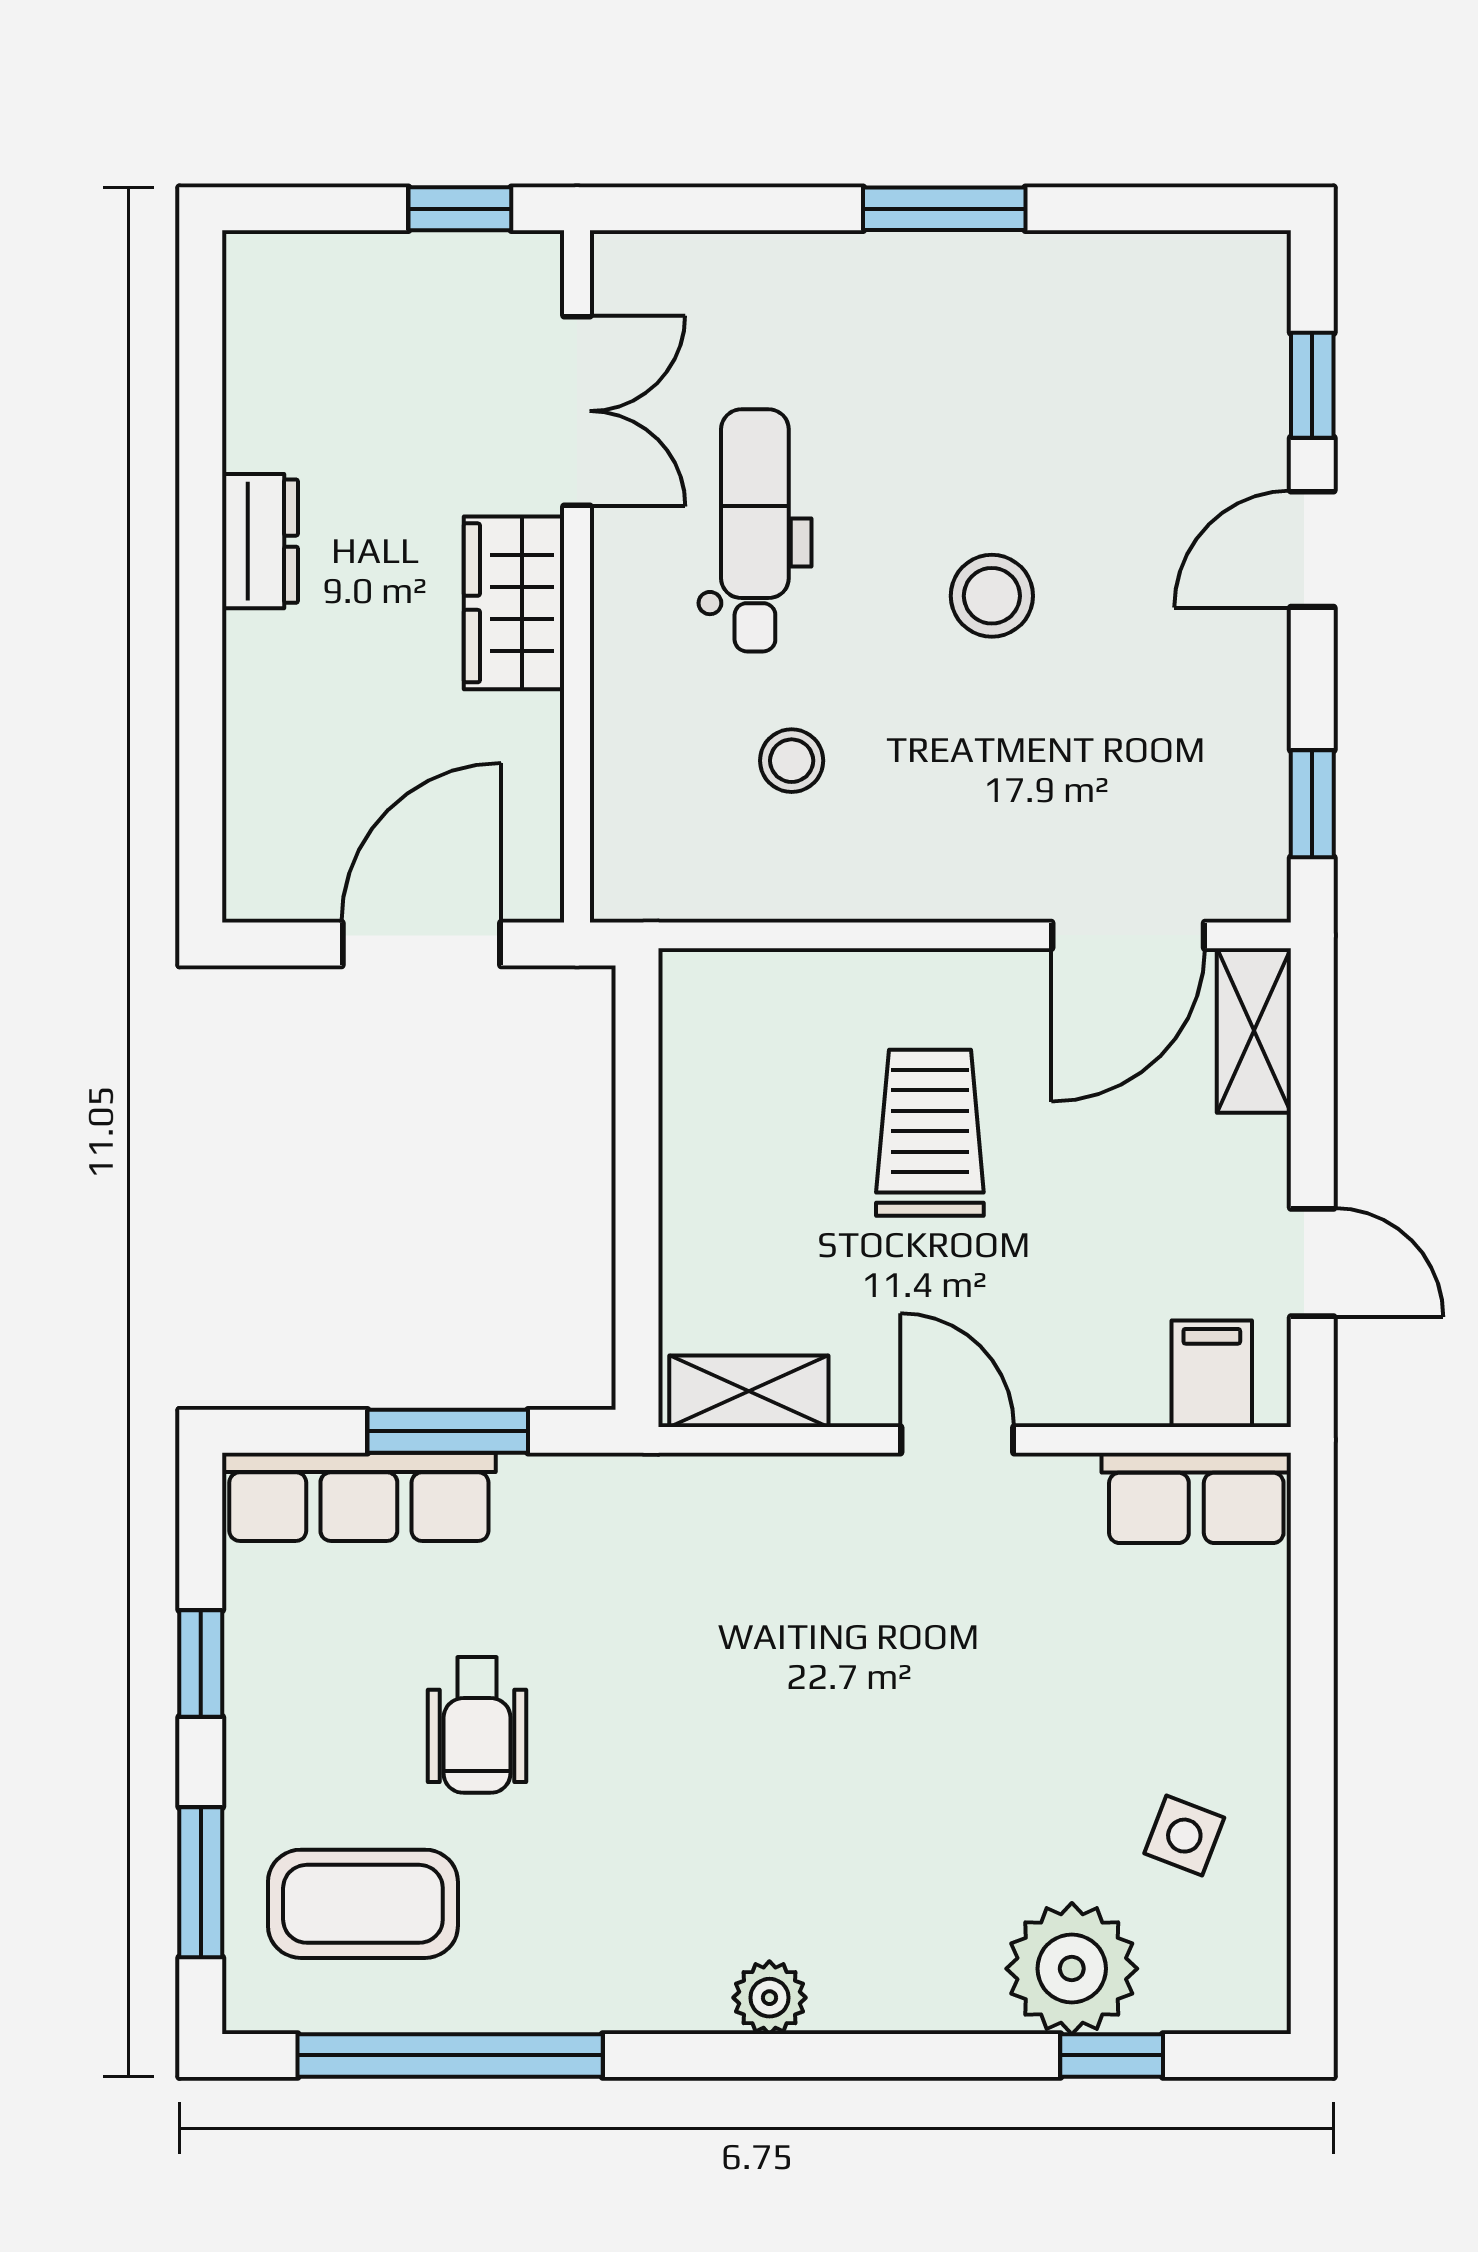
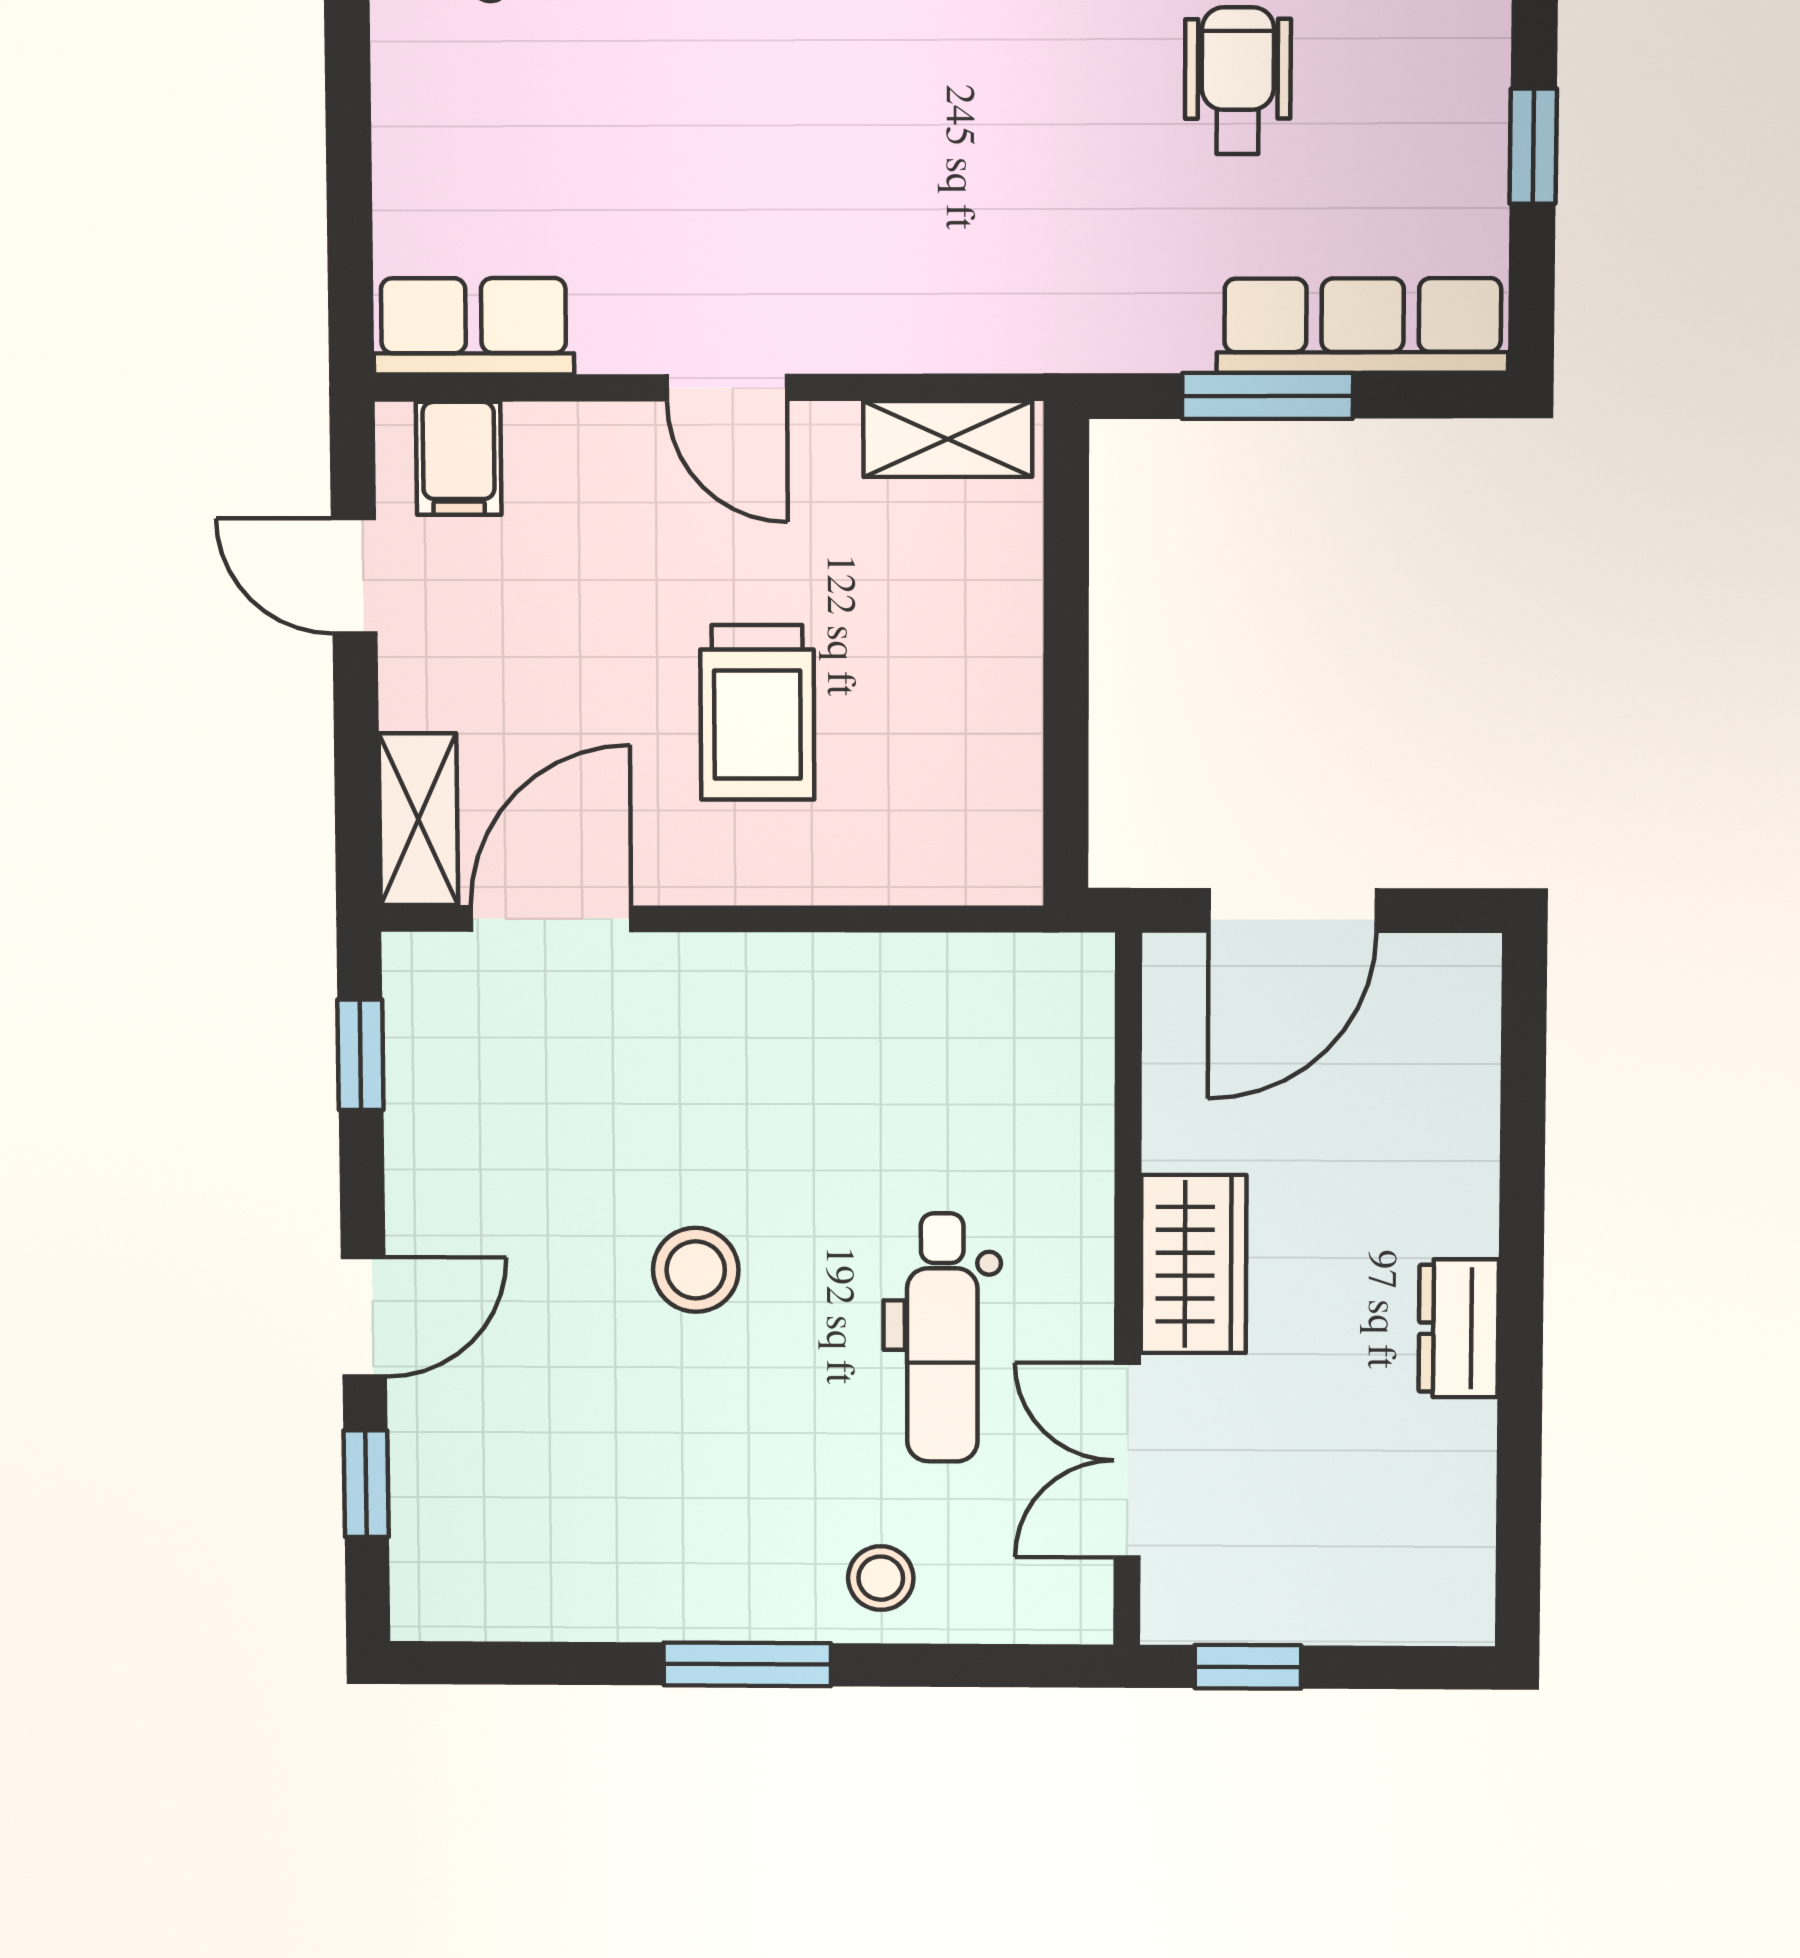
stool: (792, 761) -> (881, 1578), moved

